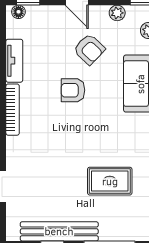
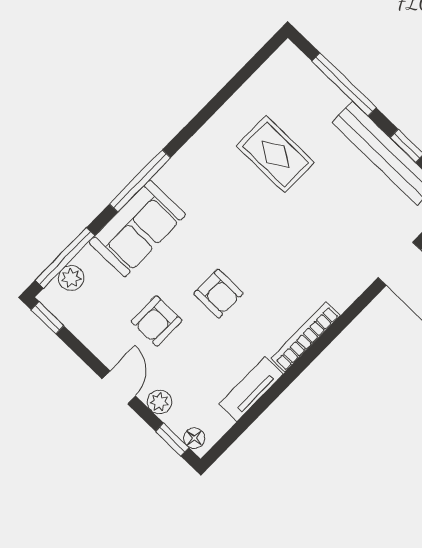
plant: (117, 13) -> (159, 402), moved
armchair: (89, 49) -> (157, 321), turned -134

